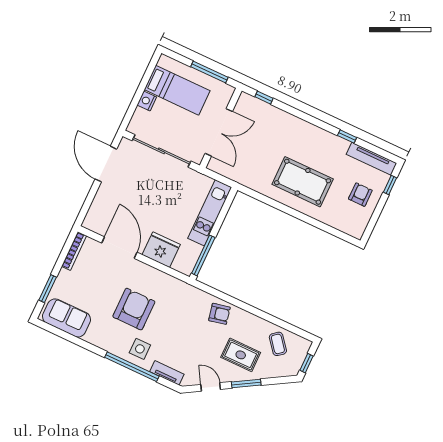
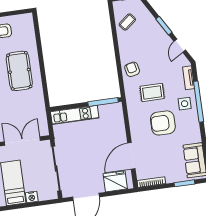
fridge: (161, 250) -> (115, 181), moved, turned 90
rug: (241, 355) -> (152, 92), moved, turned 90

